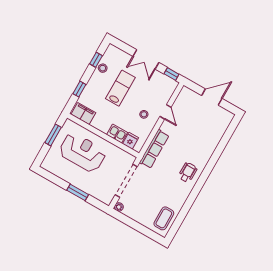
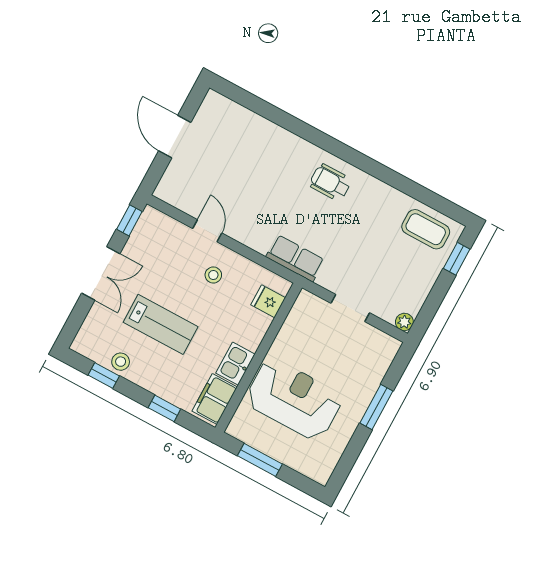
lab bench: (120, 88) -> (161, 324), turned 180
door: (166, 112) -> (207, 231), hinge flipped
kitchen sink: (117, 134) -> (235, 364), moved
row of seats: (154, 149) -> (295, 258), width x0.68
reception desk: (82, 152) -> (294, 399), turned 90
doorway: (126, 181) -> (350, 308), width x0.53
window: (149, 233) -> (457, 259), added

